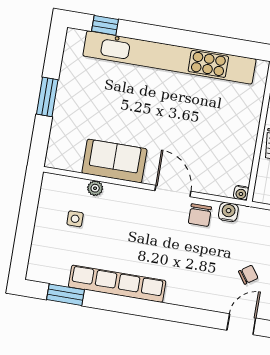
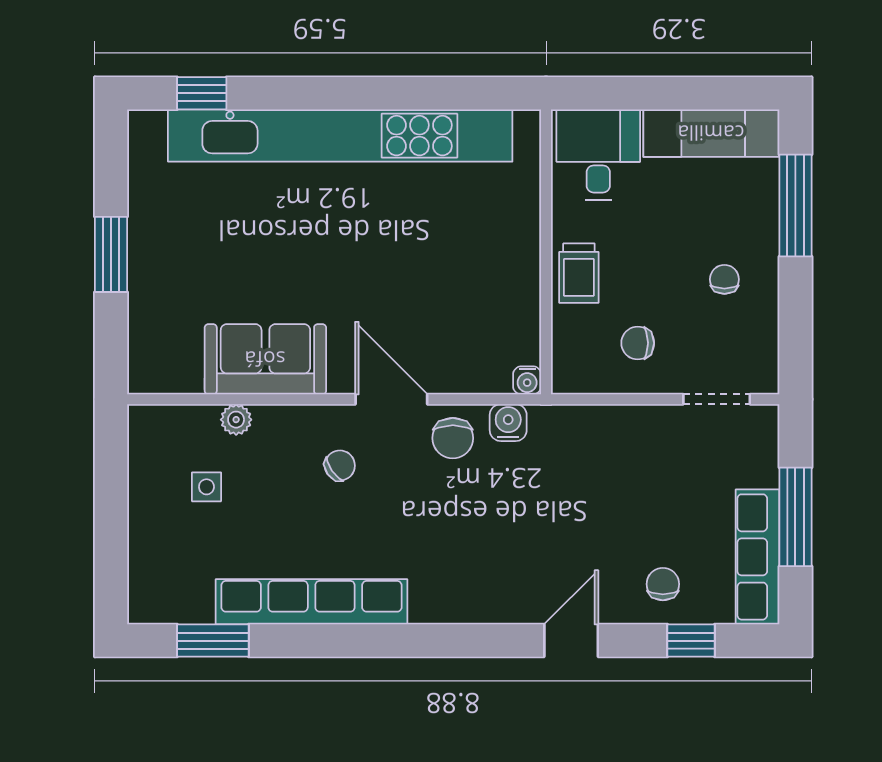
chair: (248, 275) -> (340, 465), moved

